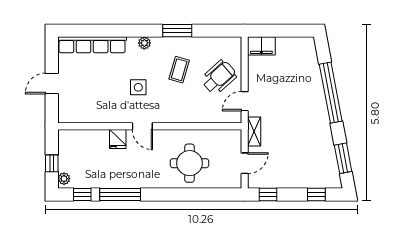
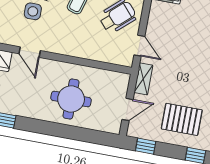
door: (245, 101) -> (139, 46), swing flipped
pallet: (297, 163) -> (182, 119), added

